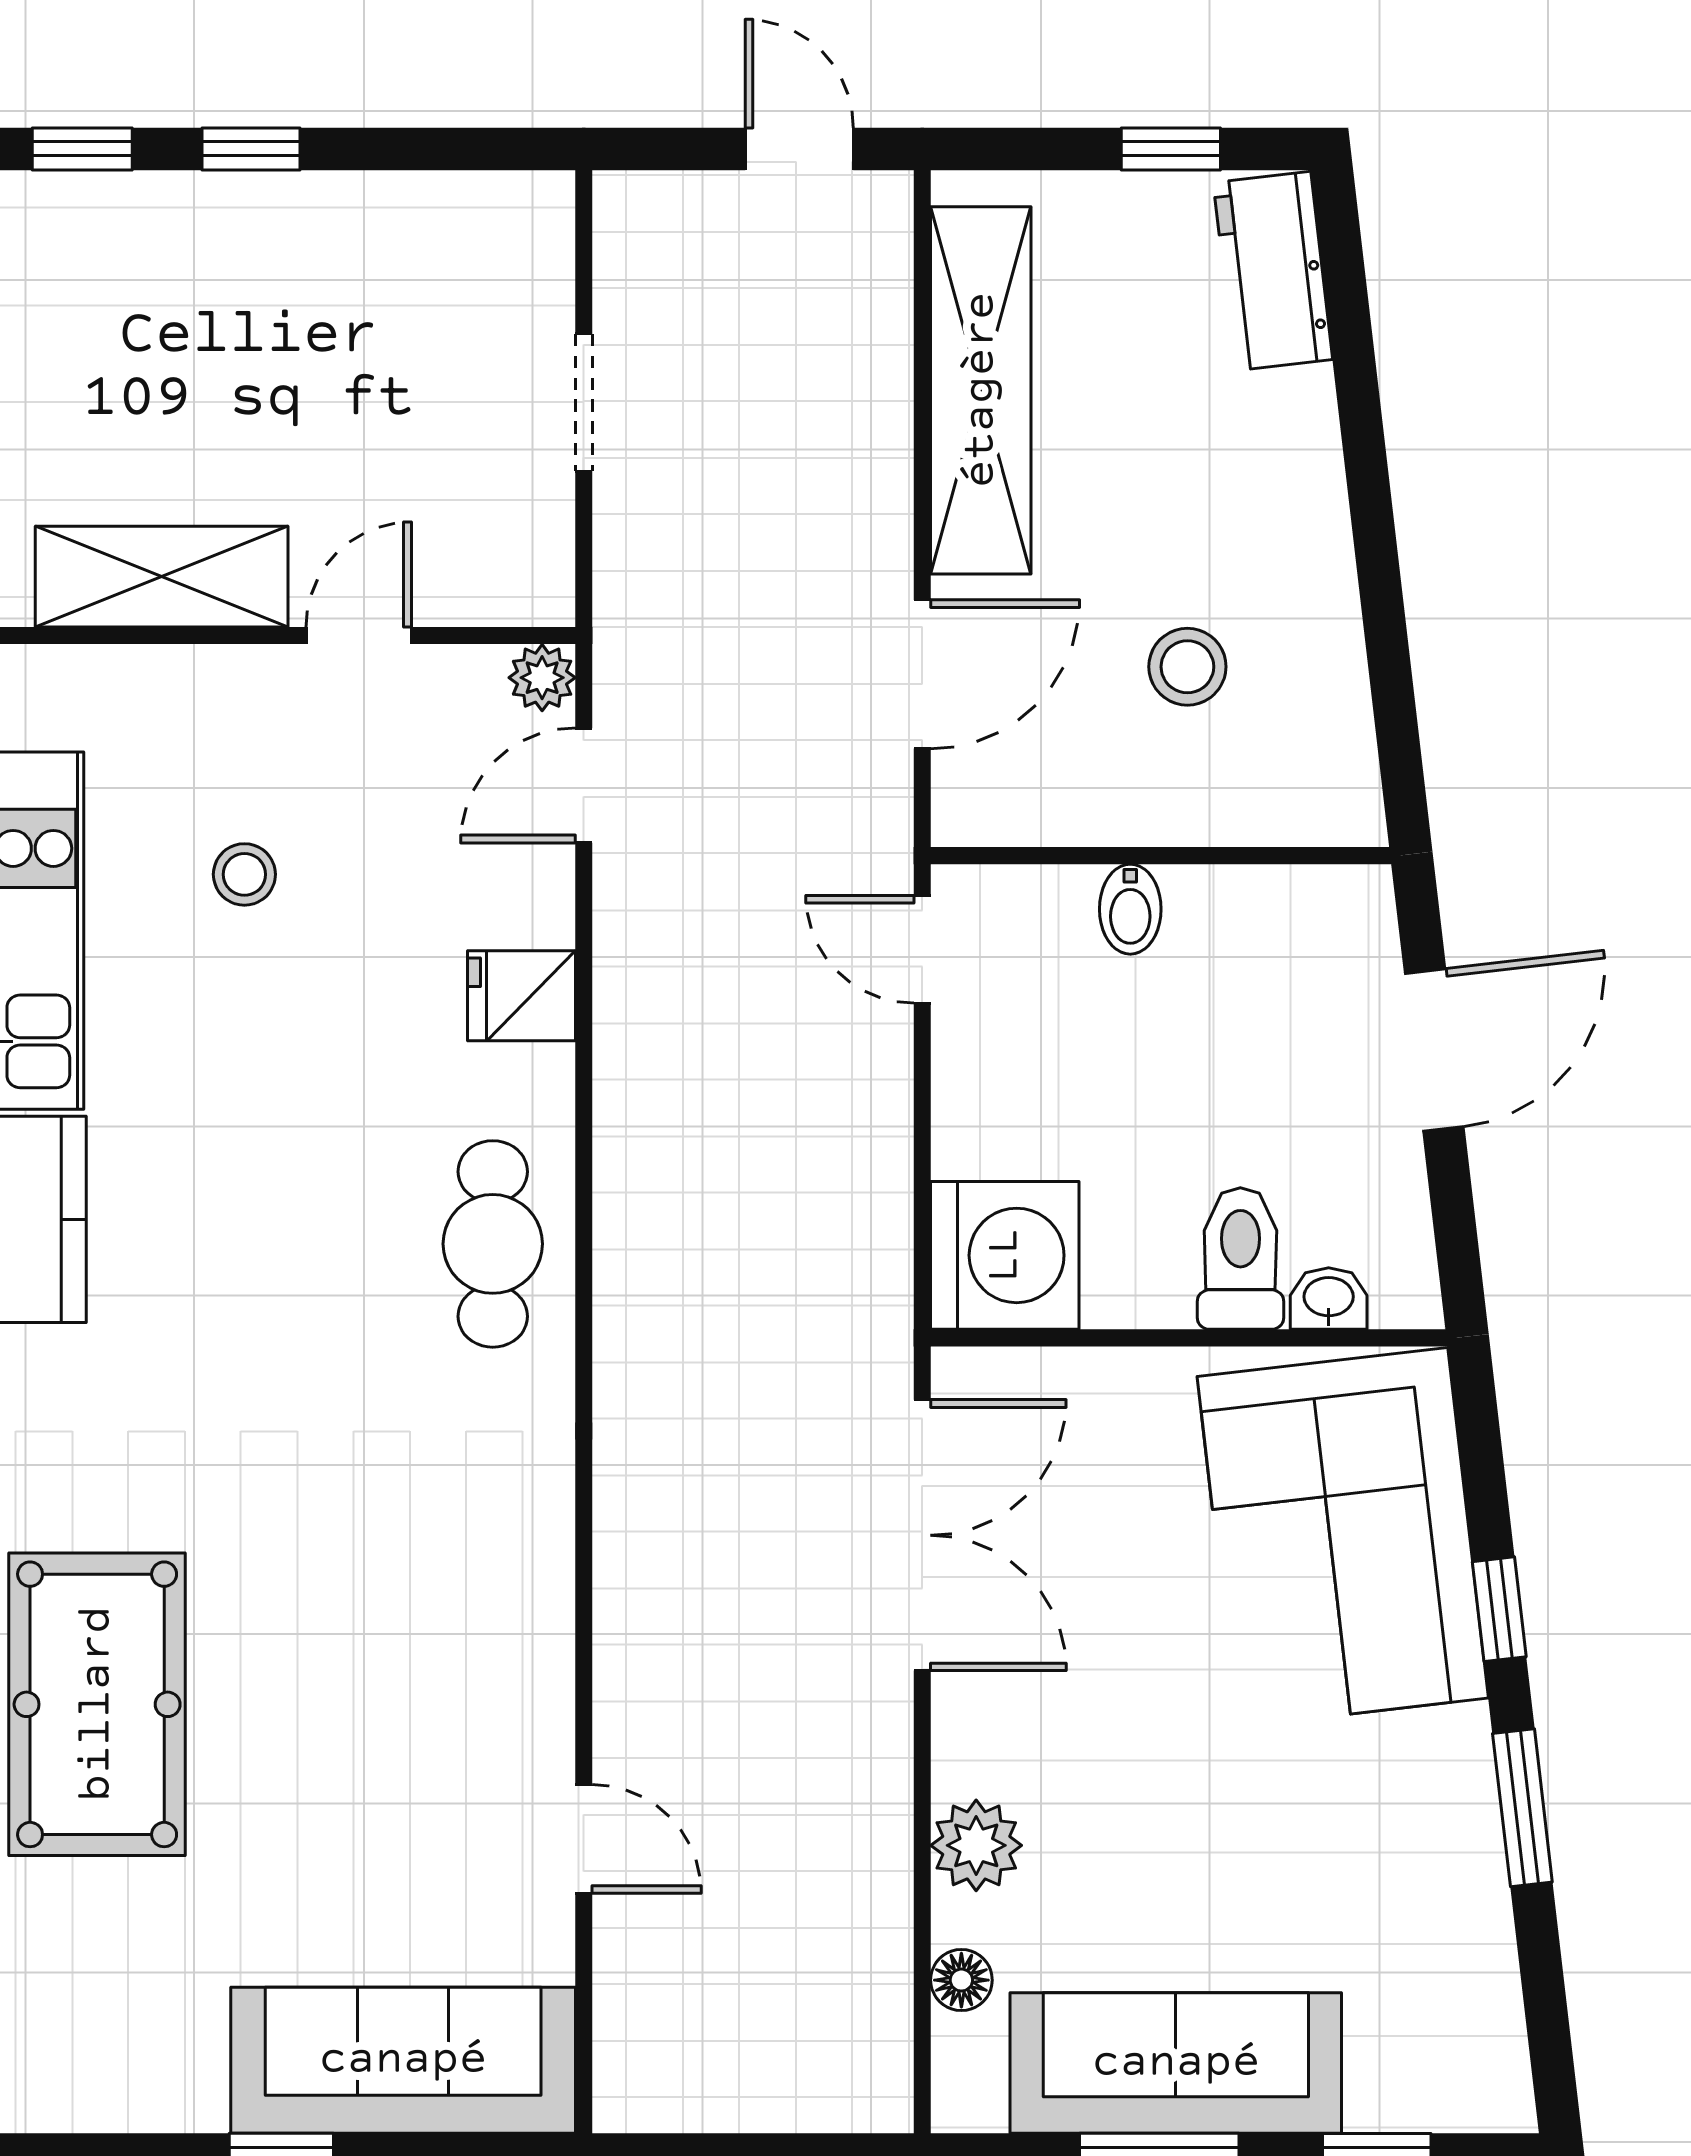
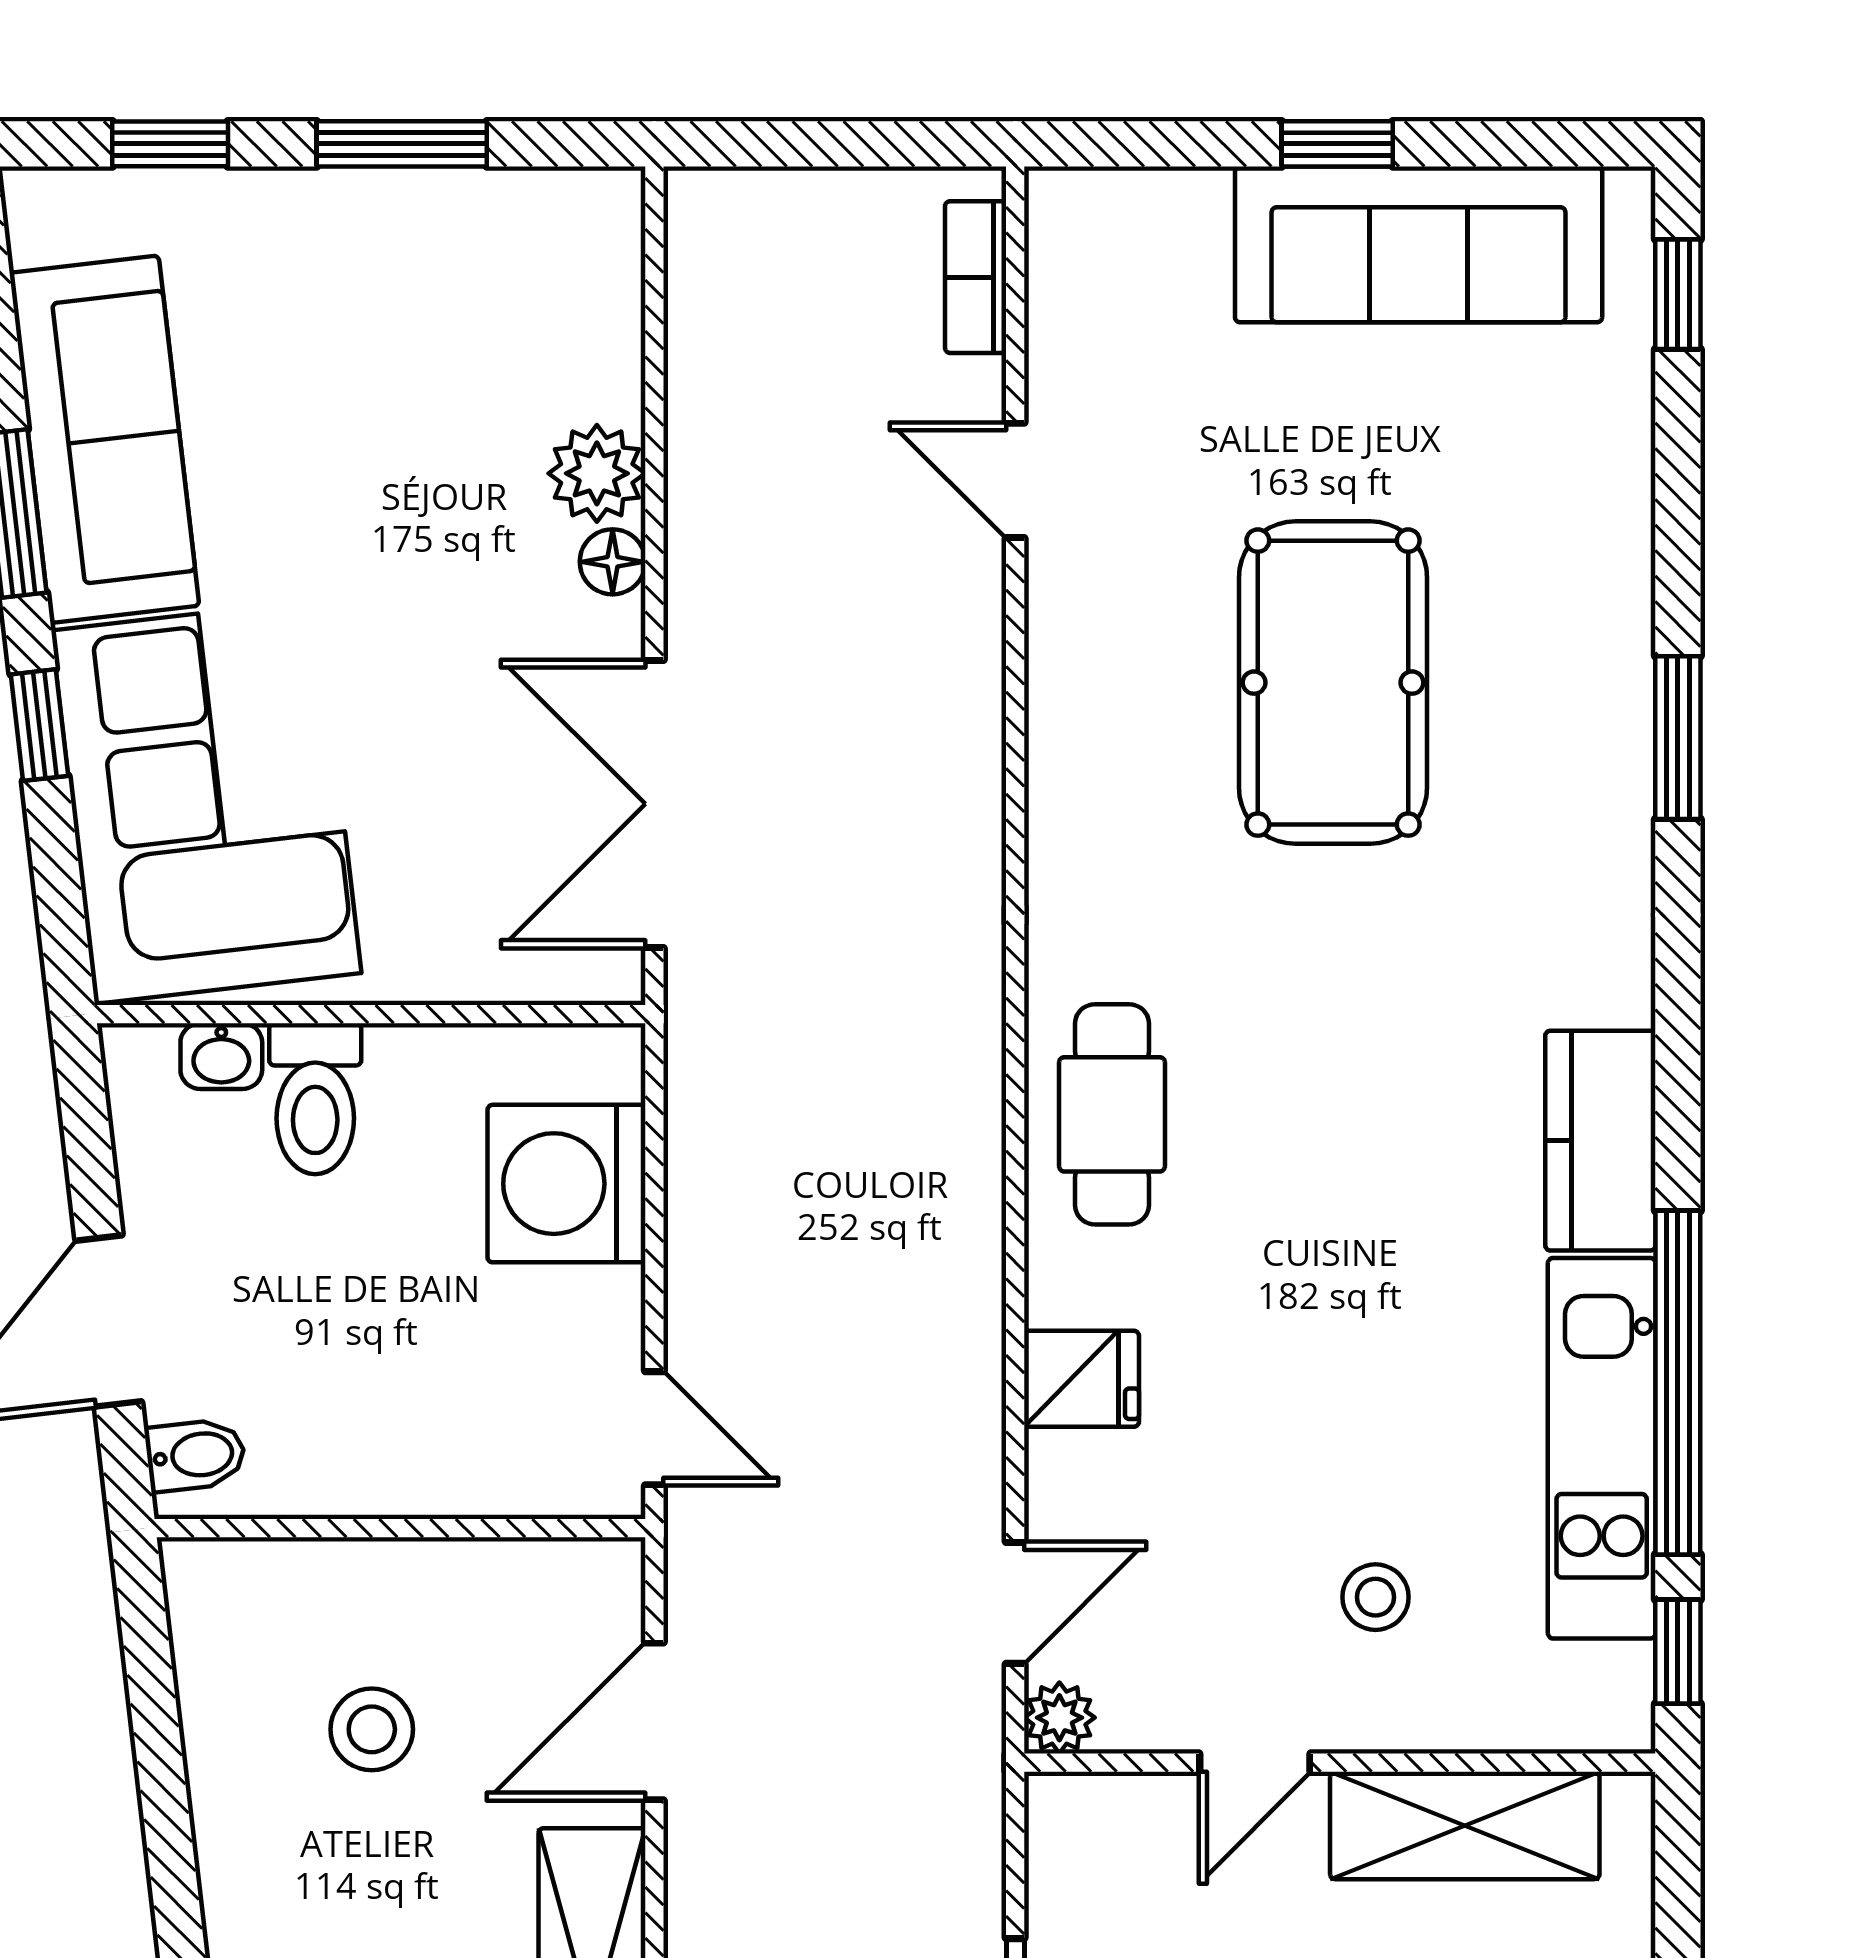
stool: (244, 874) -> (1376, 1597), moved
bidet: (1130, 909) -> (195, 1455), moved, turned 83
washing machine: (1005, 1255) -> (566, 1184), moved
pool table: (97, 1704) -> (1333, 683), moved
floor lamp: (961, 1980) -> (613, 562), moved
bookcase: (621, 2030) -> (976, 277), added
sofa: (403, 2060) -> (1419, 244), moved
sofa: (1176, 2063) -> (104, 439), moved, turned -97

